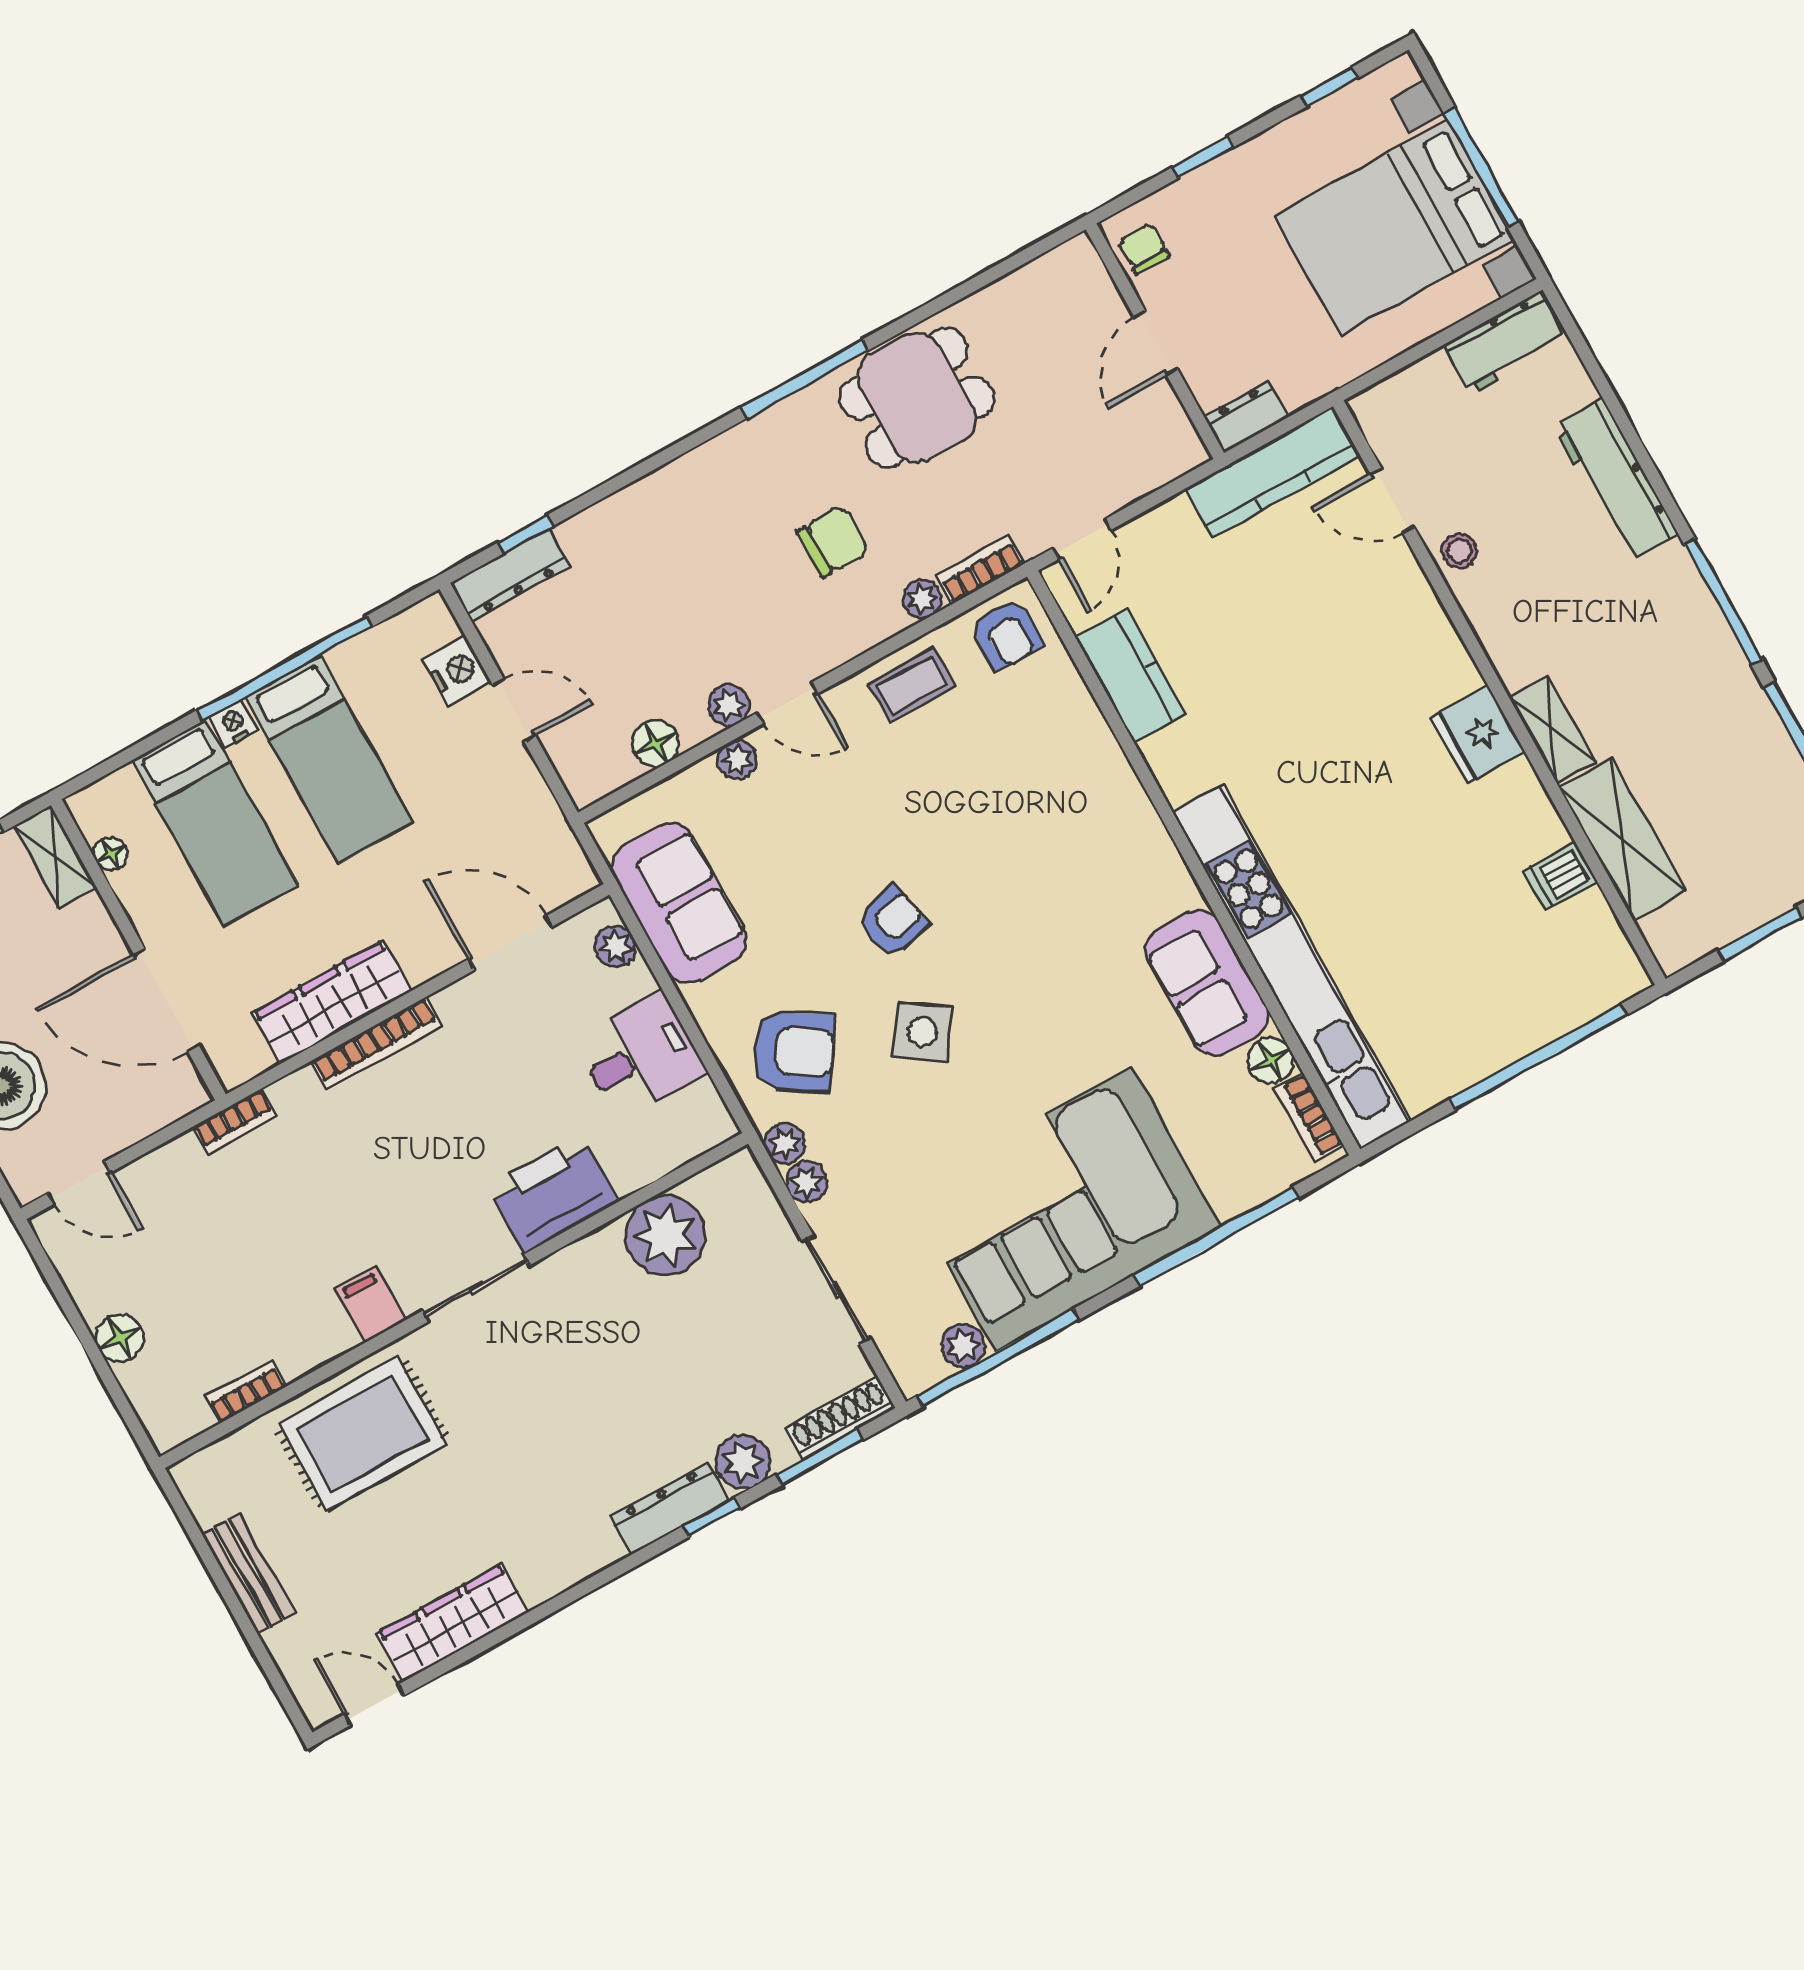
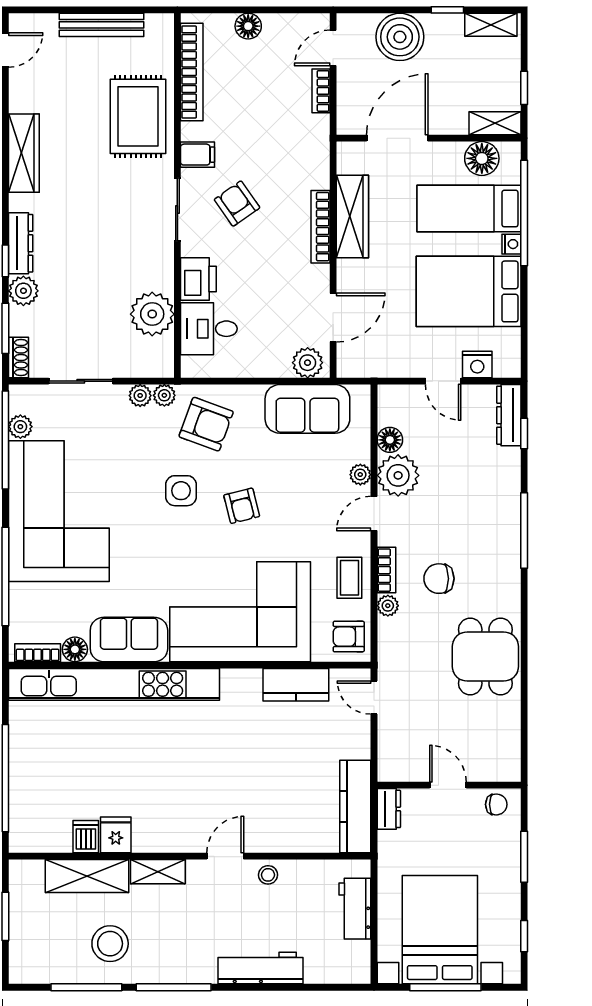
window: (1202, 157) -> (524, 857), width x1.50
workbench: (1506, 343) -> (355, 909), moved
window: (804, 379) -> (524, 530), moved
door: (1392, 500) -> (225, 856), moved
chair: (833, 541) -> (439, 579), turned 90
bookcase: (980, 570) -> (386, 570), moved
window: (284, 669) -> (524, 213), moved
plant: (729, 705) -> (398, 475), width x1.88, depth x1.88
door: (514, 710) -> (443, 381), hinge flipped
fridge: (1478, 735) -> (116, 835), moved, width x0.72
stool: (1710, 742) -> (110, 944), added
bed: (329, 760) -> (469, 291), width x1.50
corner sofa: (1064, 830) -> (240, 612), added
floor lamp: (111, 854) -> (482, 158), width x1.89, depth x1.89
plant: (615, 946) -> (308, 363), width x1.38, depth x1.38
side table: (922, 1032) -> (181, 491), turned -34
armchair: (794, 1051) -> (206, 424), turned -102
desk: (640, 1056) -> (209, 329), moved, turned 90
bookcase: (235, 1122) -> (321, 91), moved
printer: (553, 1194) -> (198, 279), width x0.73, depth x0.84
armchair: (413, 1198) -> (237, 204), added
bookcase: (246, 1392) -> (192, 72), width x2.31, depth x1.31
shoe rack: (840, 1418) -> (19, 358), width x0.70
bench: (248, 1574) -> (102, 25), width x1.36
wardrobe: (453, 1623) -> (24, 153), moved

